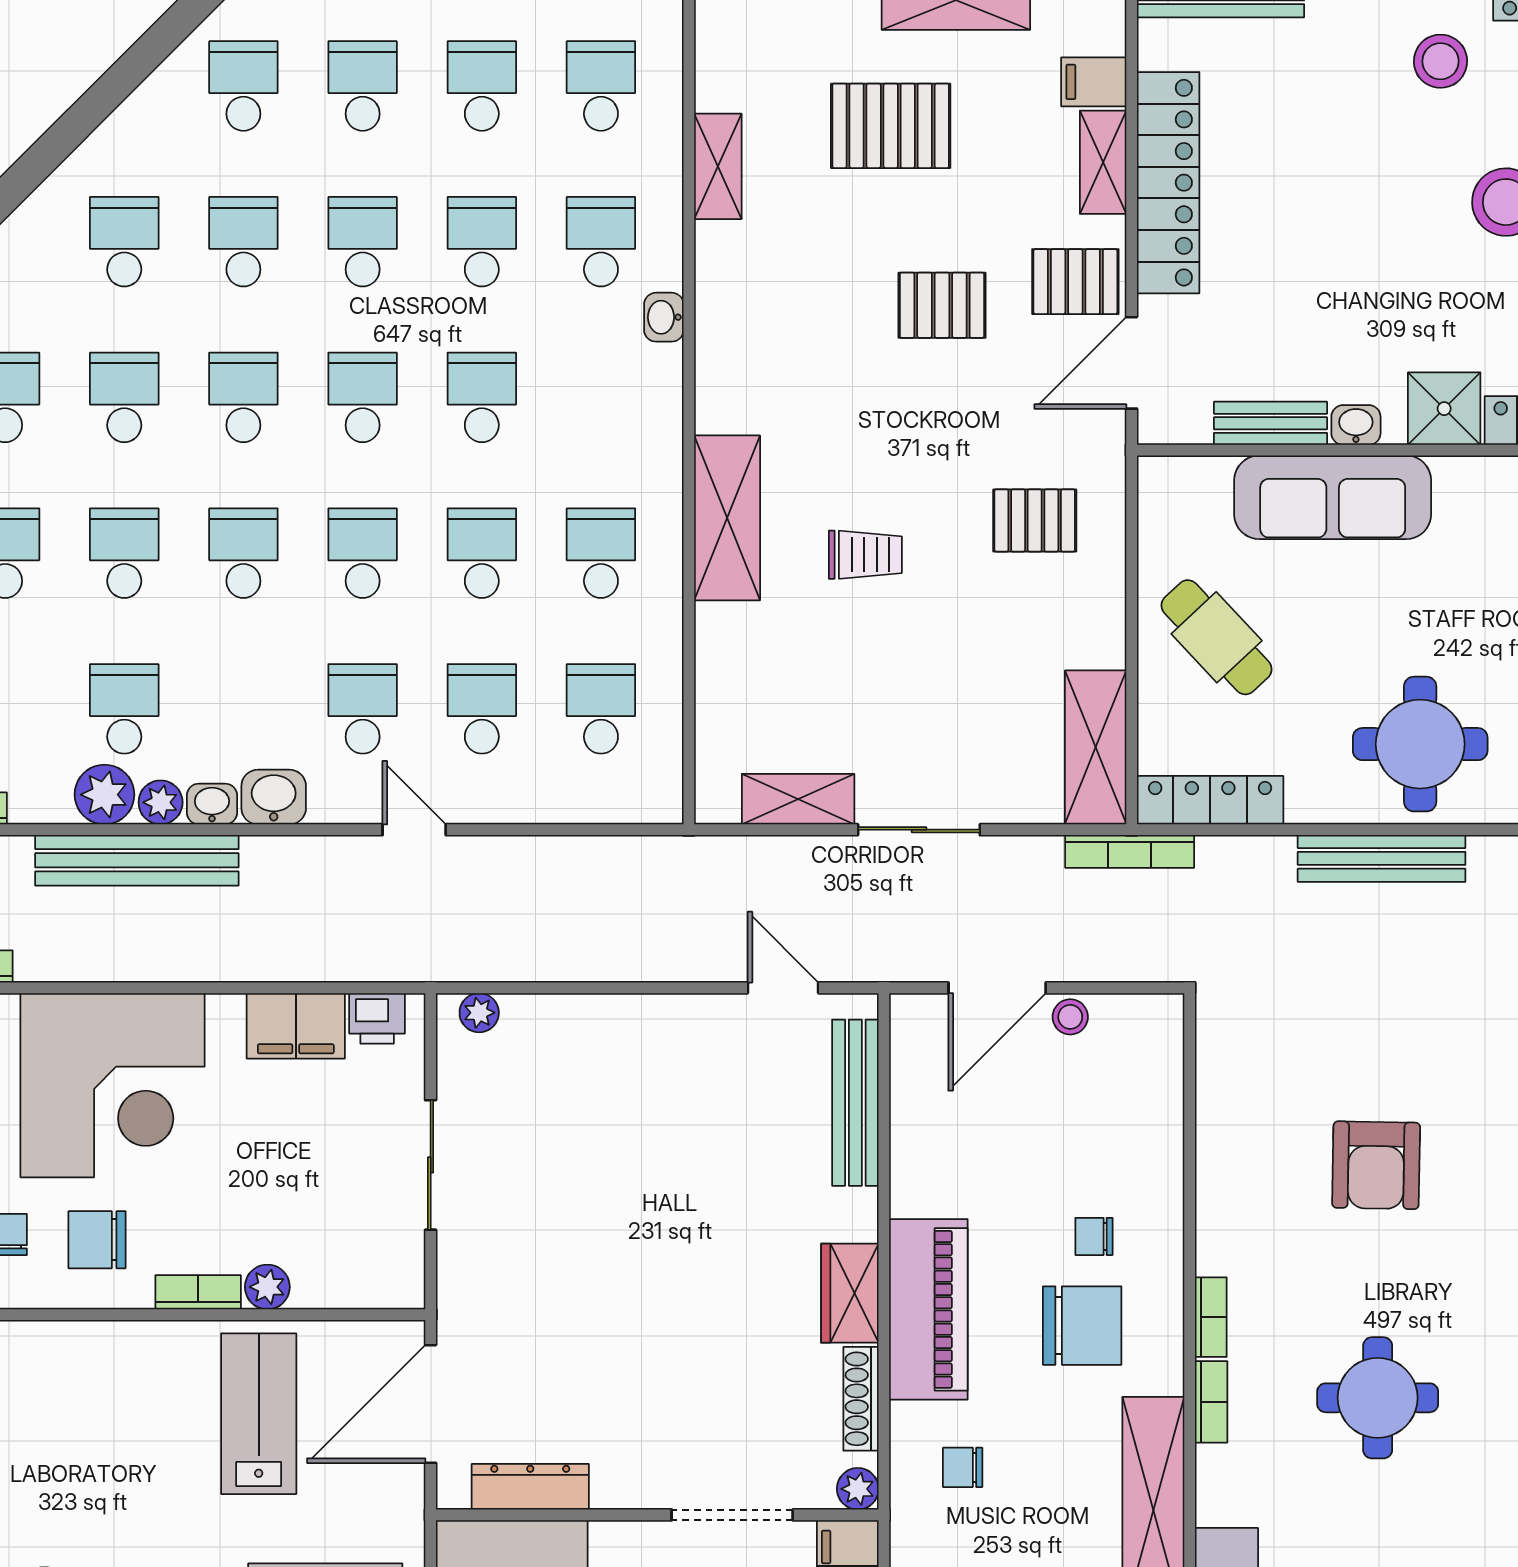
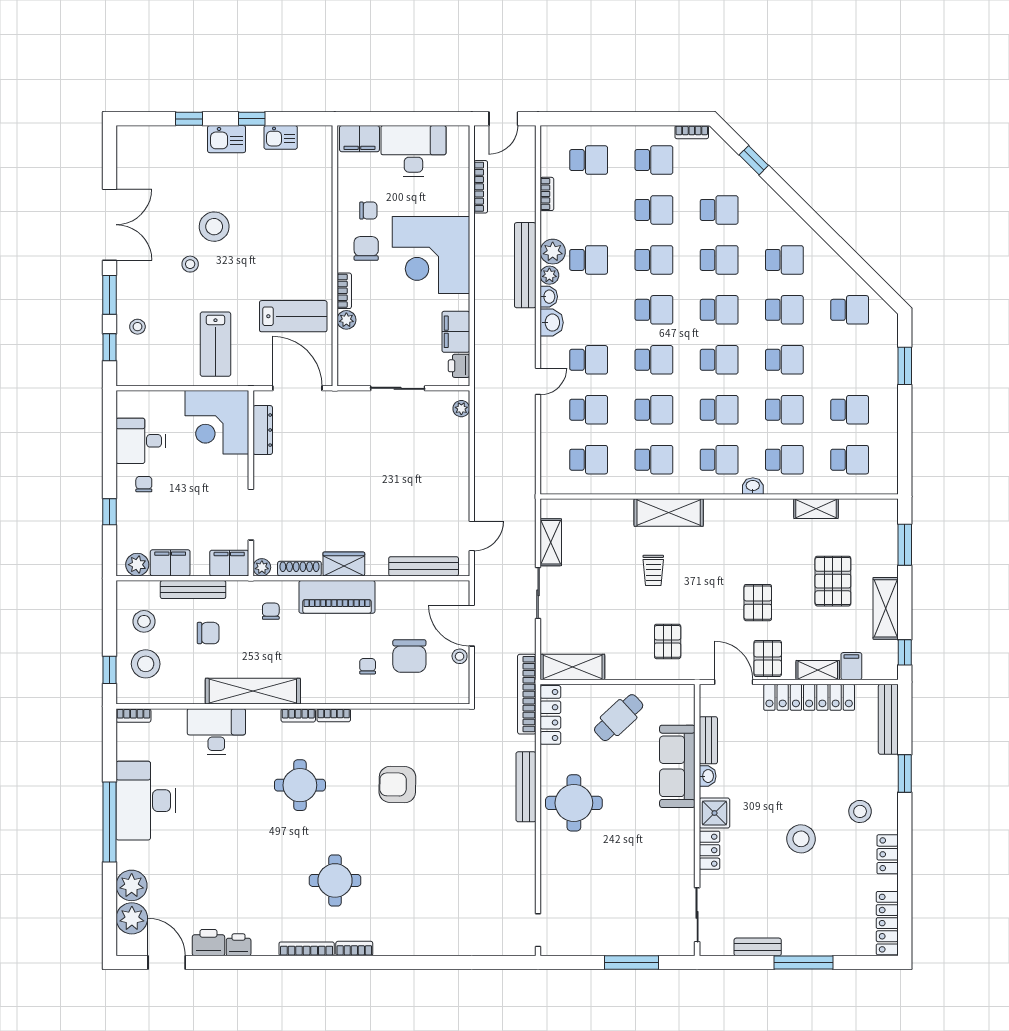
school desk: (363, 86) -> (719, 460), moved
bookcase: (1130, 851) -> (527, 694), width x1.48, depth x1.31
chair: (1082, 1326) -> (409, 656), moved

